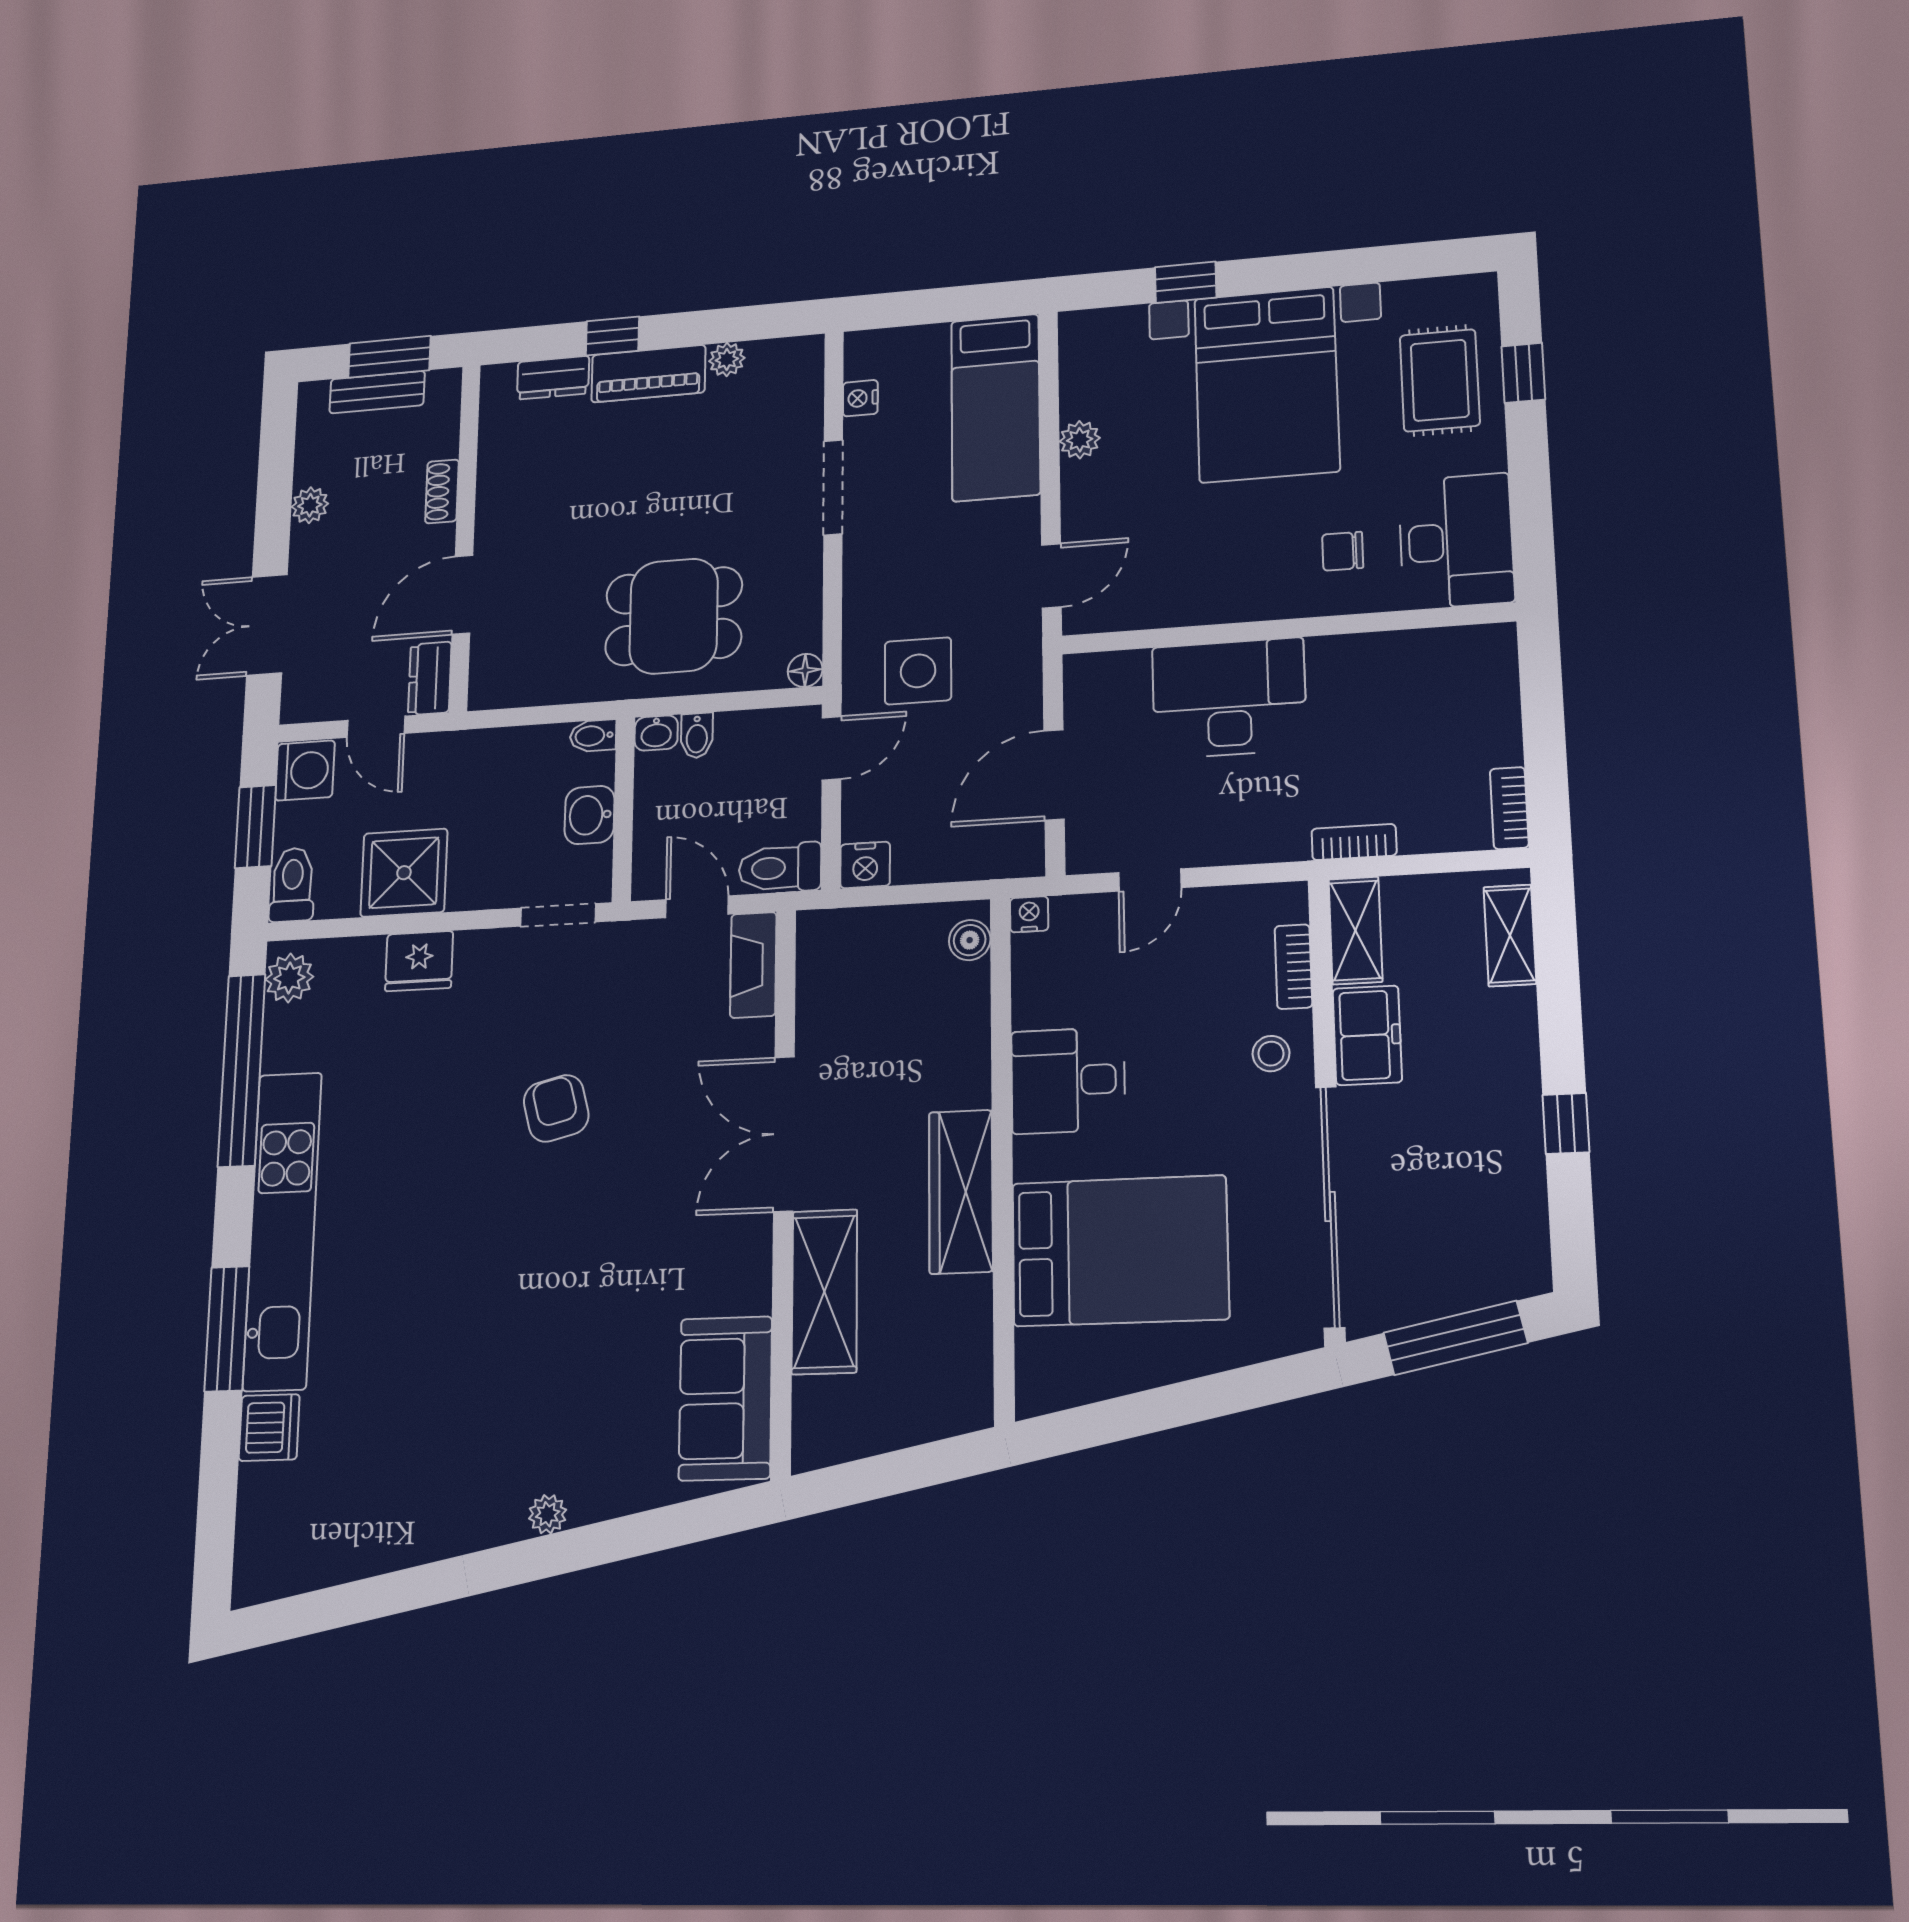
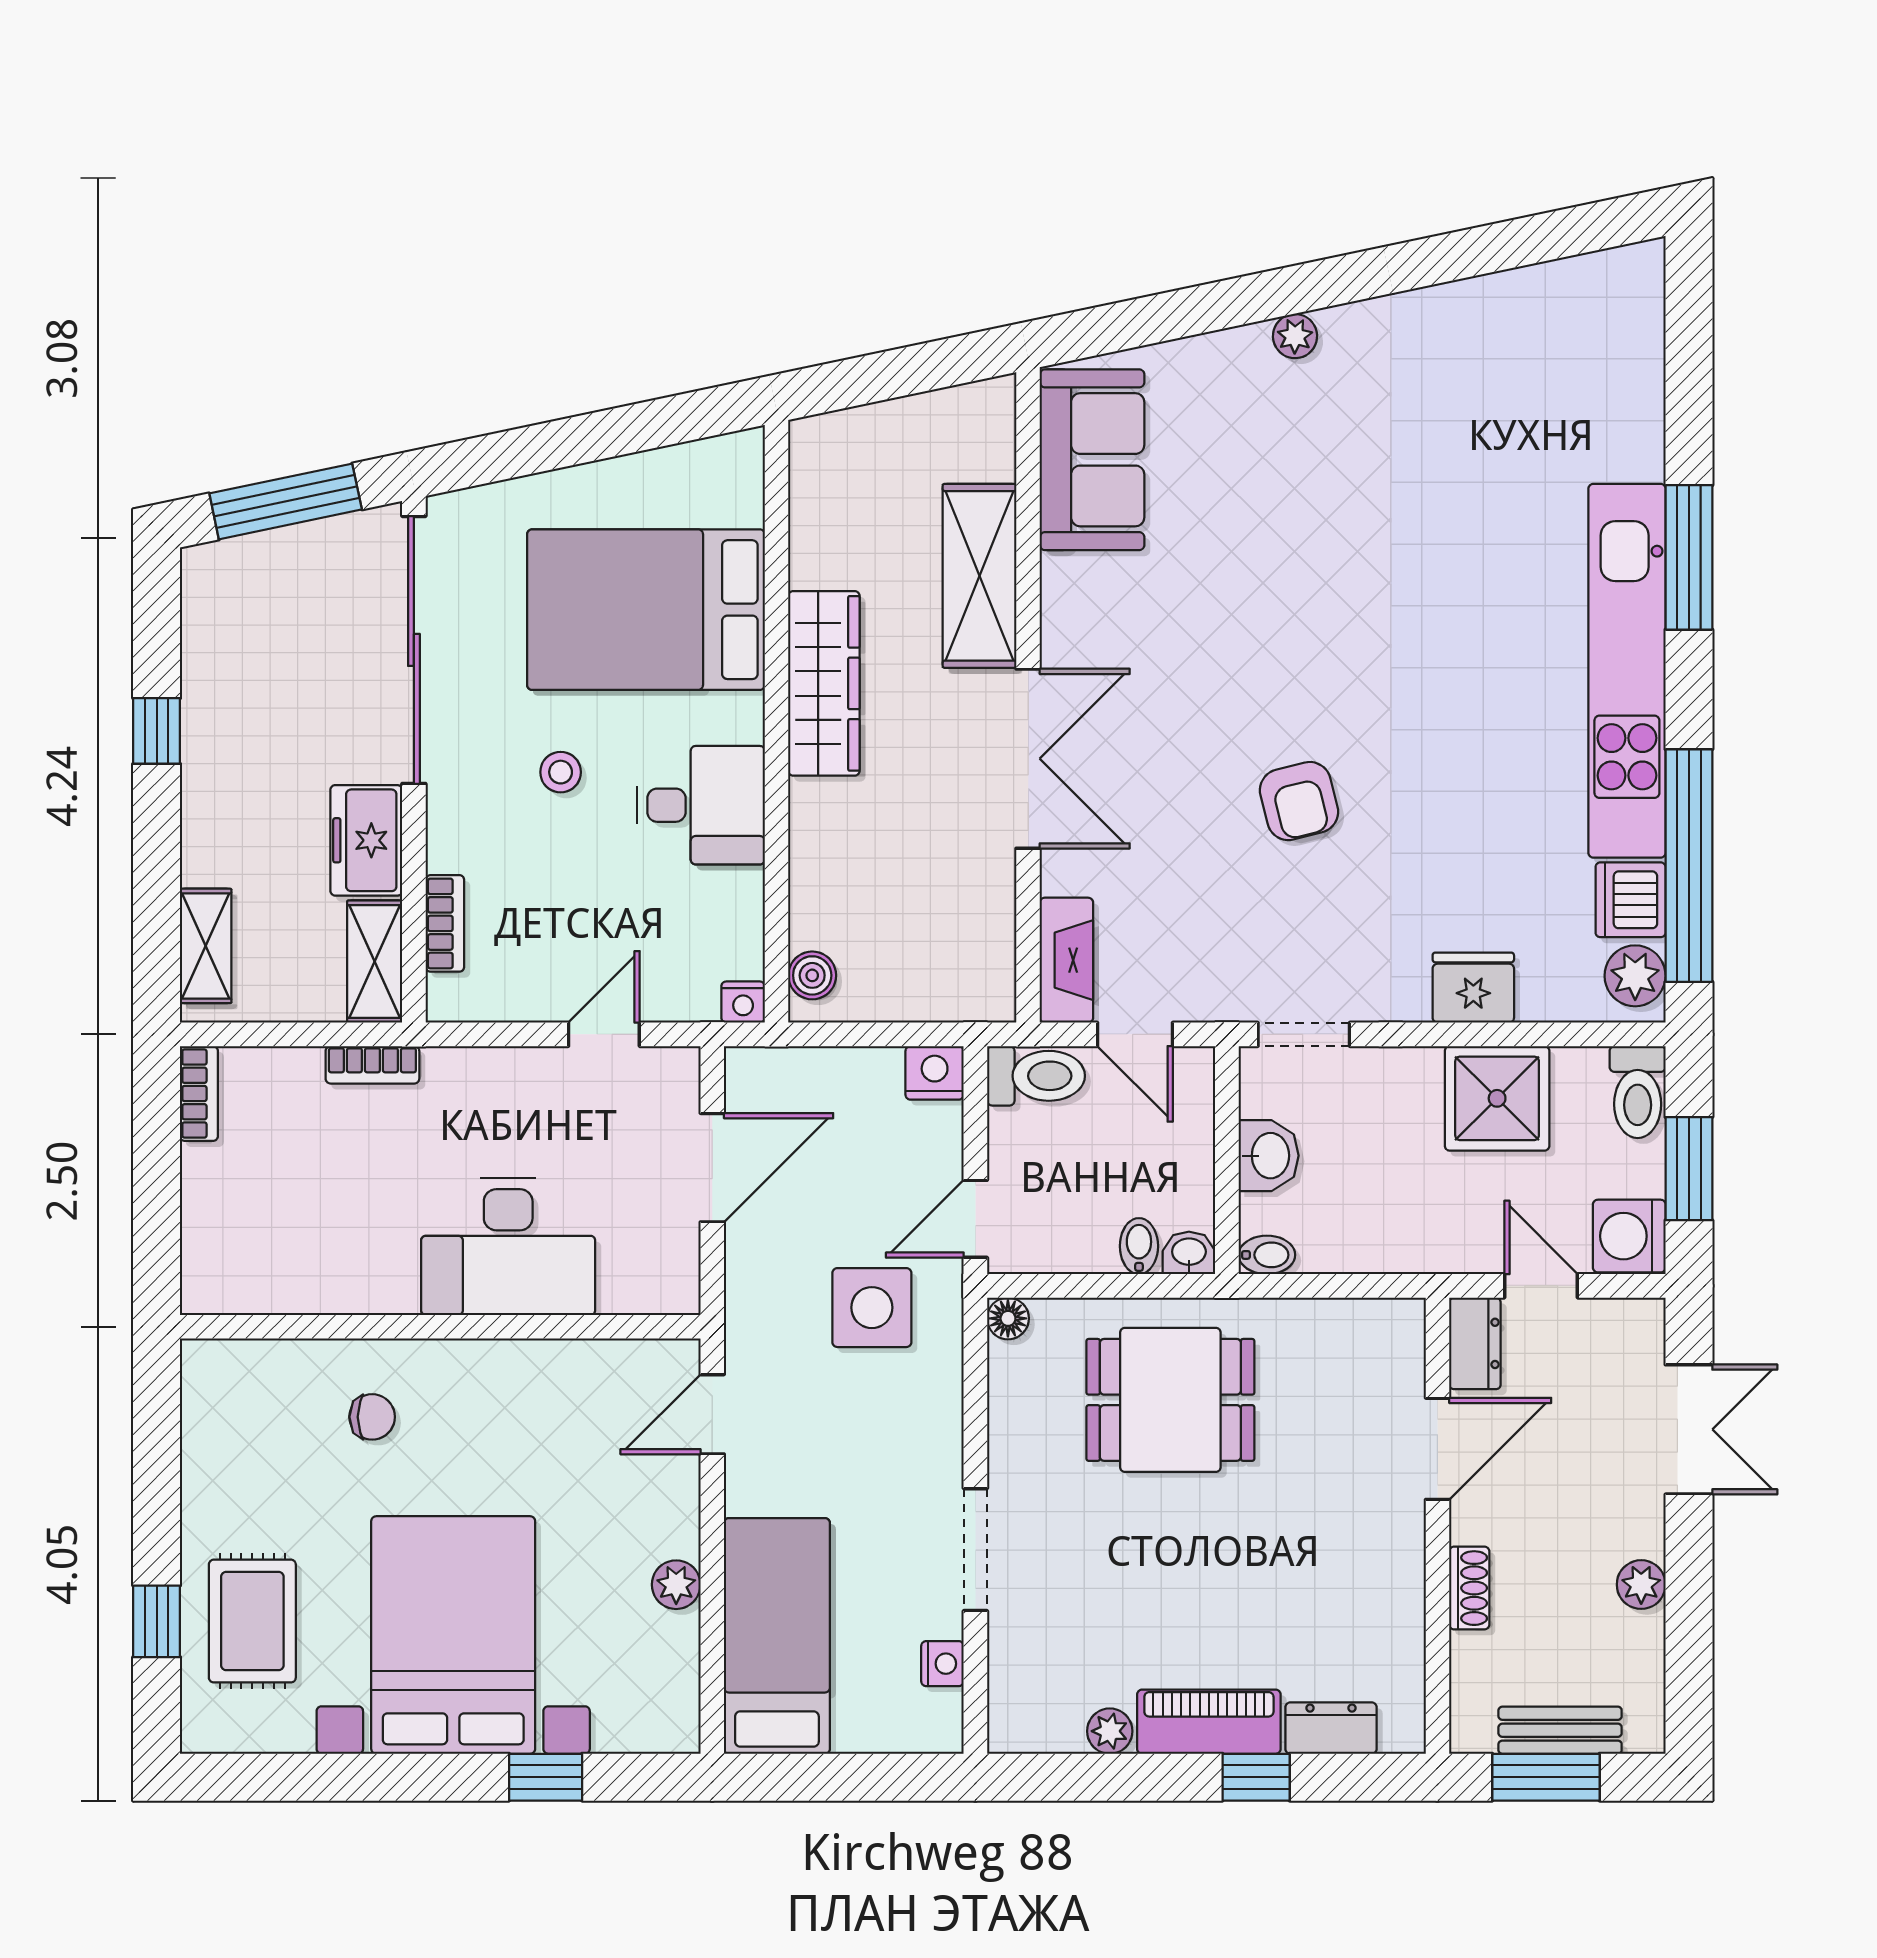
desk: (1456, 541) -> (243, 1419), removed
stool: (1271, 1054) -> (561, 772), moved
dishwasher: (269, 1428) -> (1631, 900), moved

